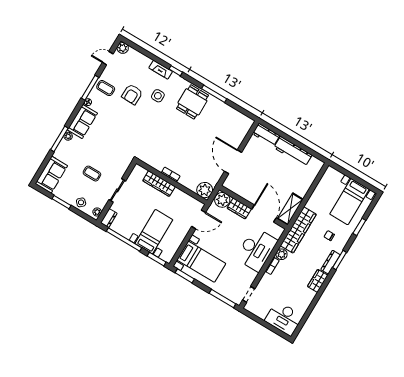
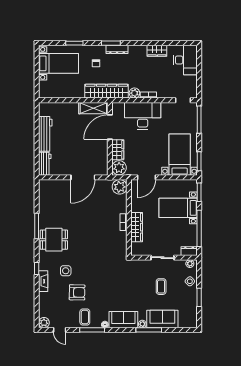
sofa: (51, 175) -> (162, 319), moved
door: (199, 219) -> (146, 177), swing flipped
wardrobe: (318, 281) -> (157, 51), moved

